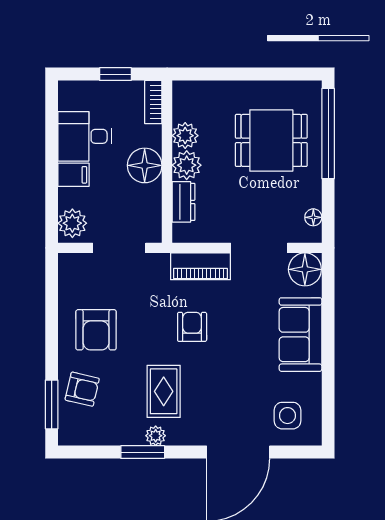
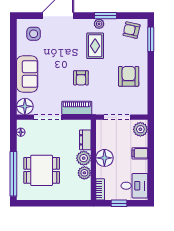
desk: (85, 136) -> (134, 186), moved
armchair: (82, 389) -> (131, 30), moved

